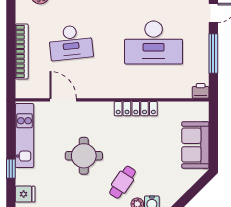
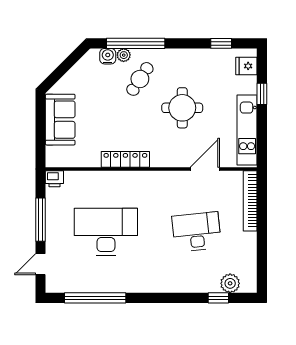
bookcase: (22, 51) -> (250, 201), moved
door: (63, 100) -> (205, 169), swing flipped

